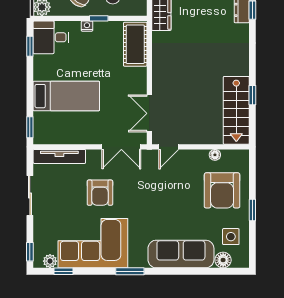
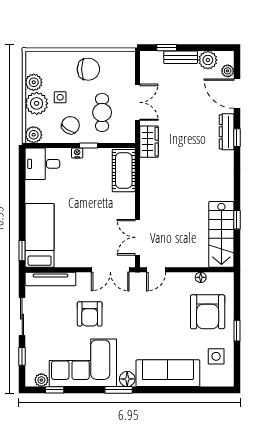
window: (30, 46) -> (22, 173), removed
bed: (66, 96) -> (40, 235), moved, turned -90
window: (30, 252) -> (22, 356), moved
floor lamp: (223, 260) -> (127, 379), moved

